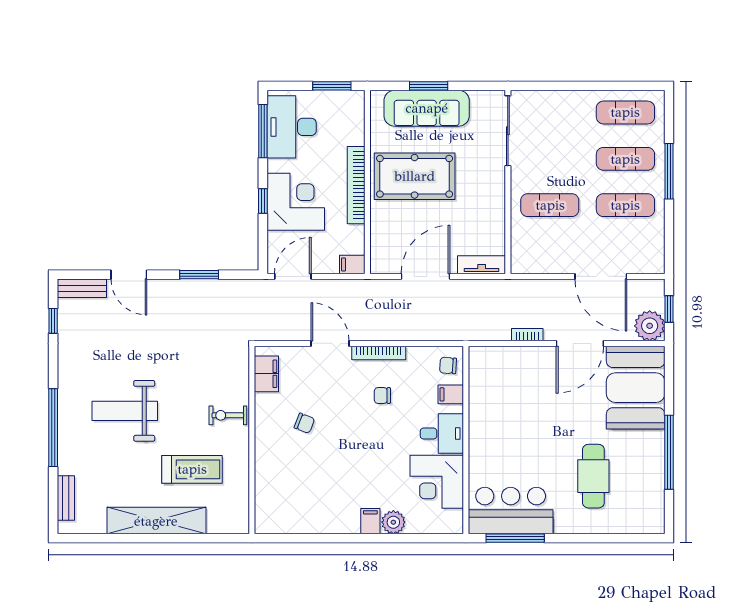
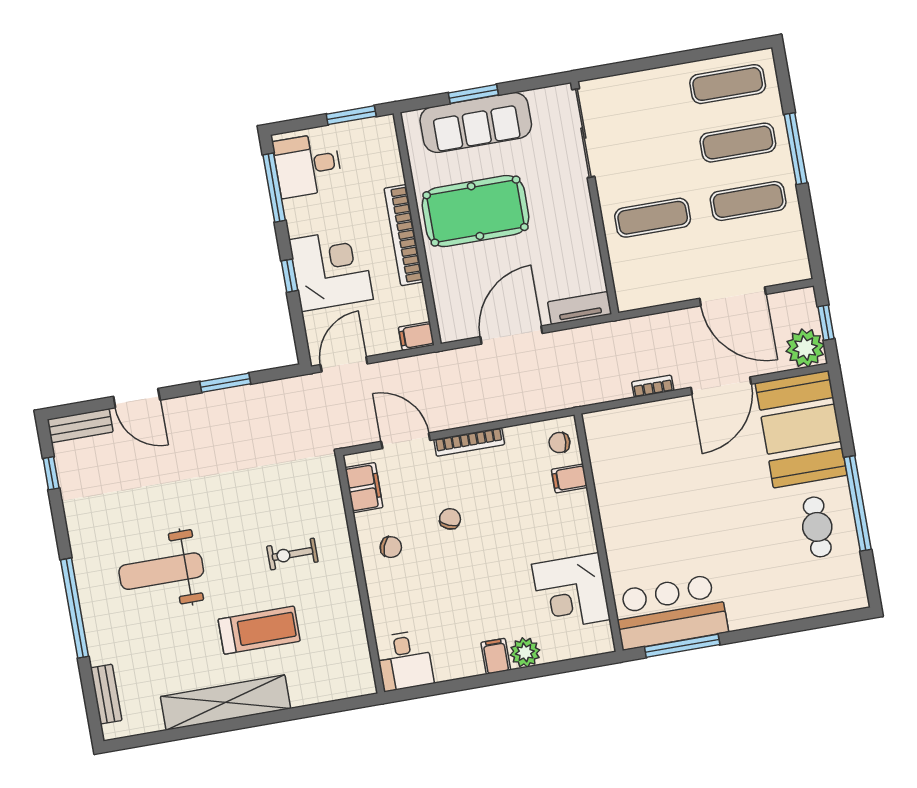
desk: (292, 127) -> (308, 165), width x0.73
filing cabinet: (266, 374) -> (364, 488), moved
chair: (382, 396) -> (450, 519), moved, turned 112
desk: (442, 434) -> (405, 661), moved, turned 90
wall: (252, 440) -> (360, 574), moved
cafe table: (593, 476) -> (817, 527), moved, width x0.73, depth x0.74

